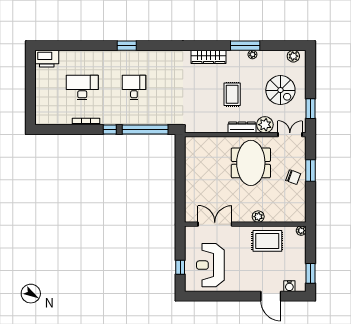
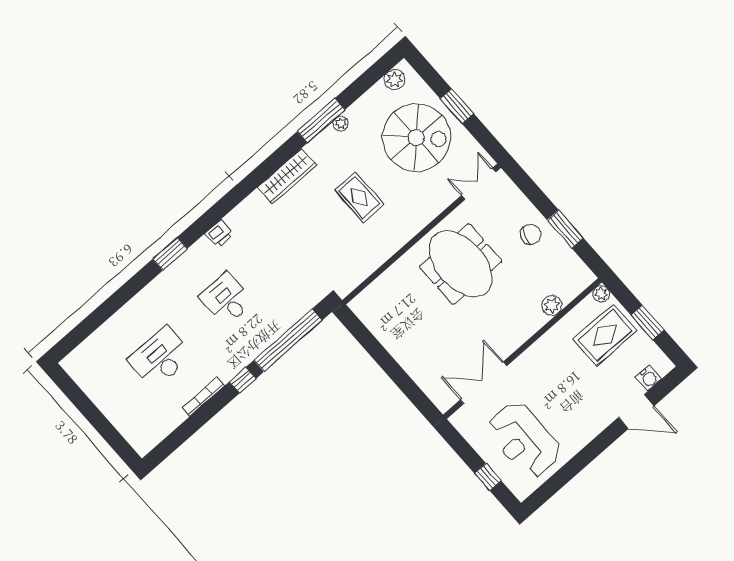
printer: (47, 59) -> (219, 234), moved, width x0.53, depth x0.68
spiral stairs: (280, 90) -> (416, 138), width x1.37, depth x1.37
window: (310, 109) -> (457, 106), moved
plant: (265, 125) -> (436, 199), removed
dresser: (242, 127) -> (409, 229), removed
window: (310, 170) -> (565, 229), moved
plant: (258, 217) -> (552, 305), moved
rug: (267, 241) -> (605, 335), moved
window: (310, 273) -> (648, 322), moved

